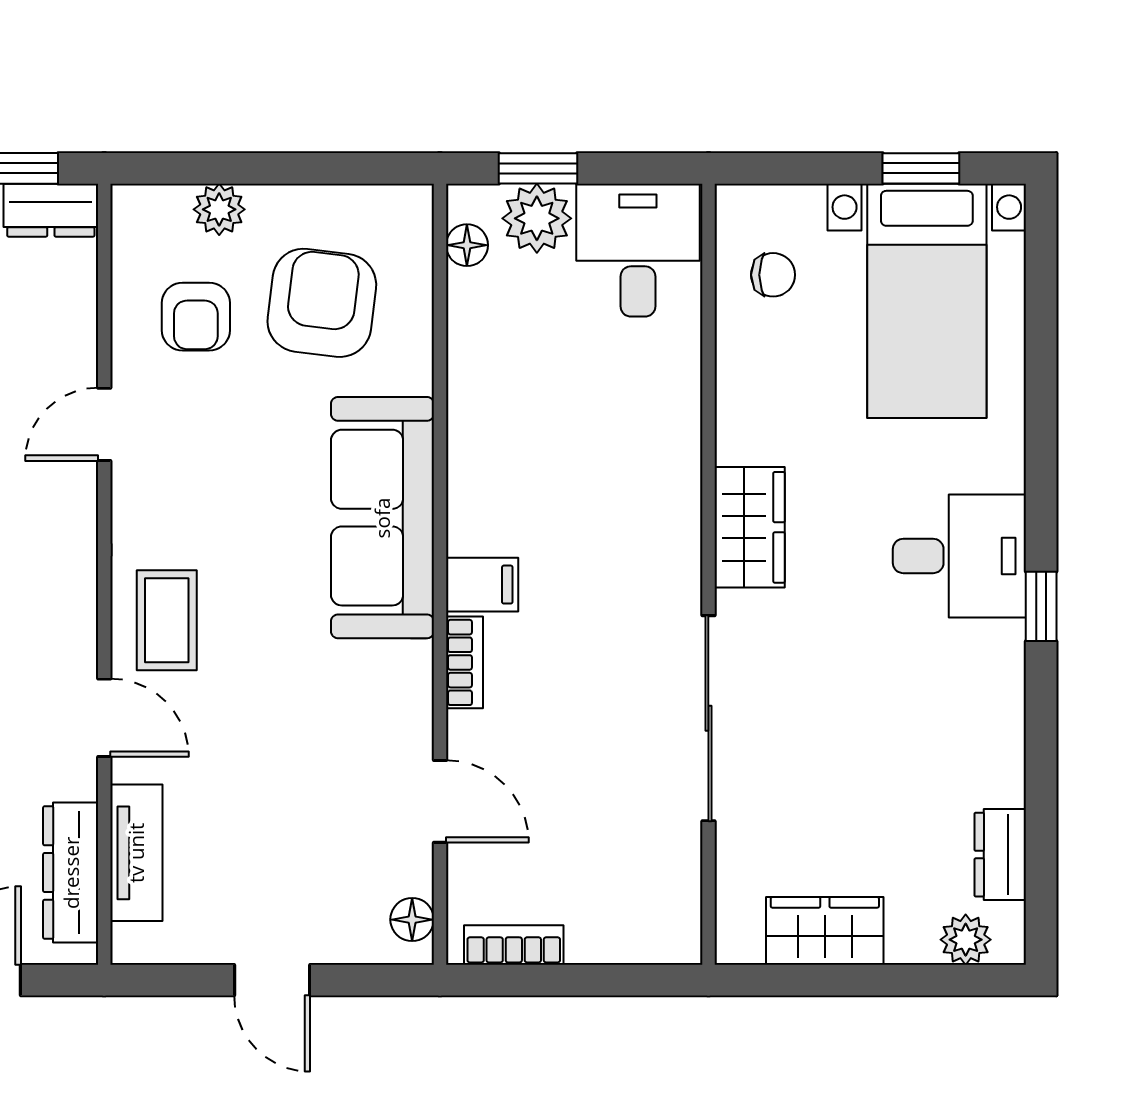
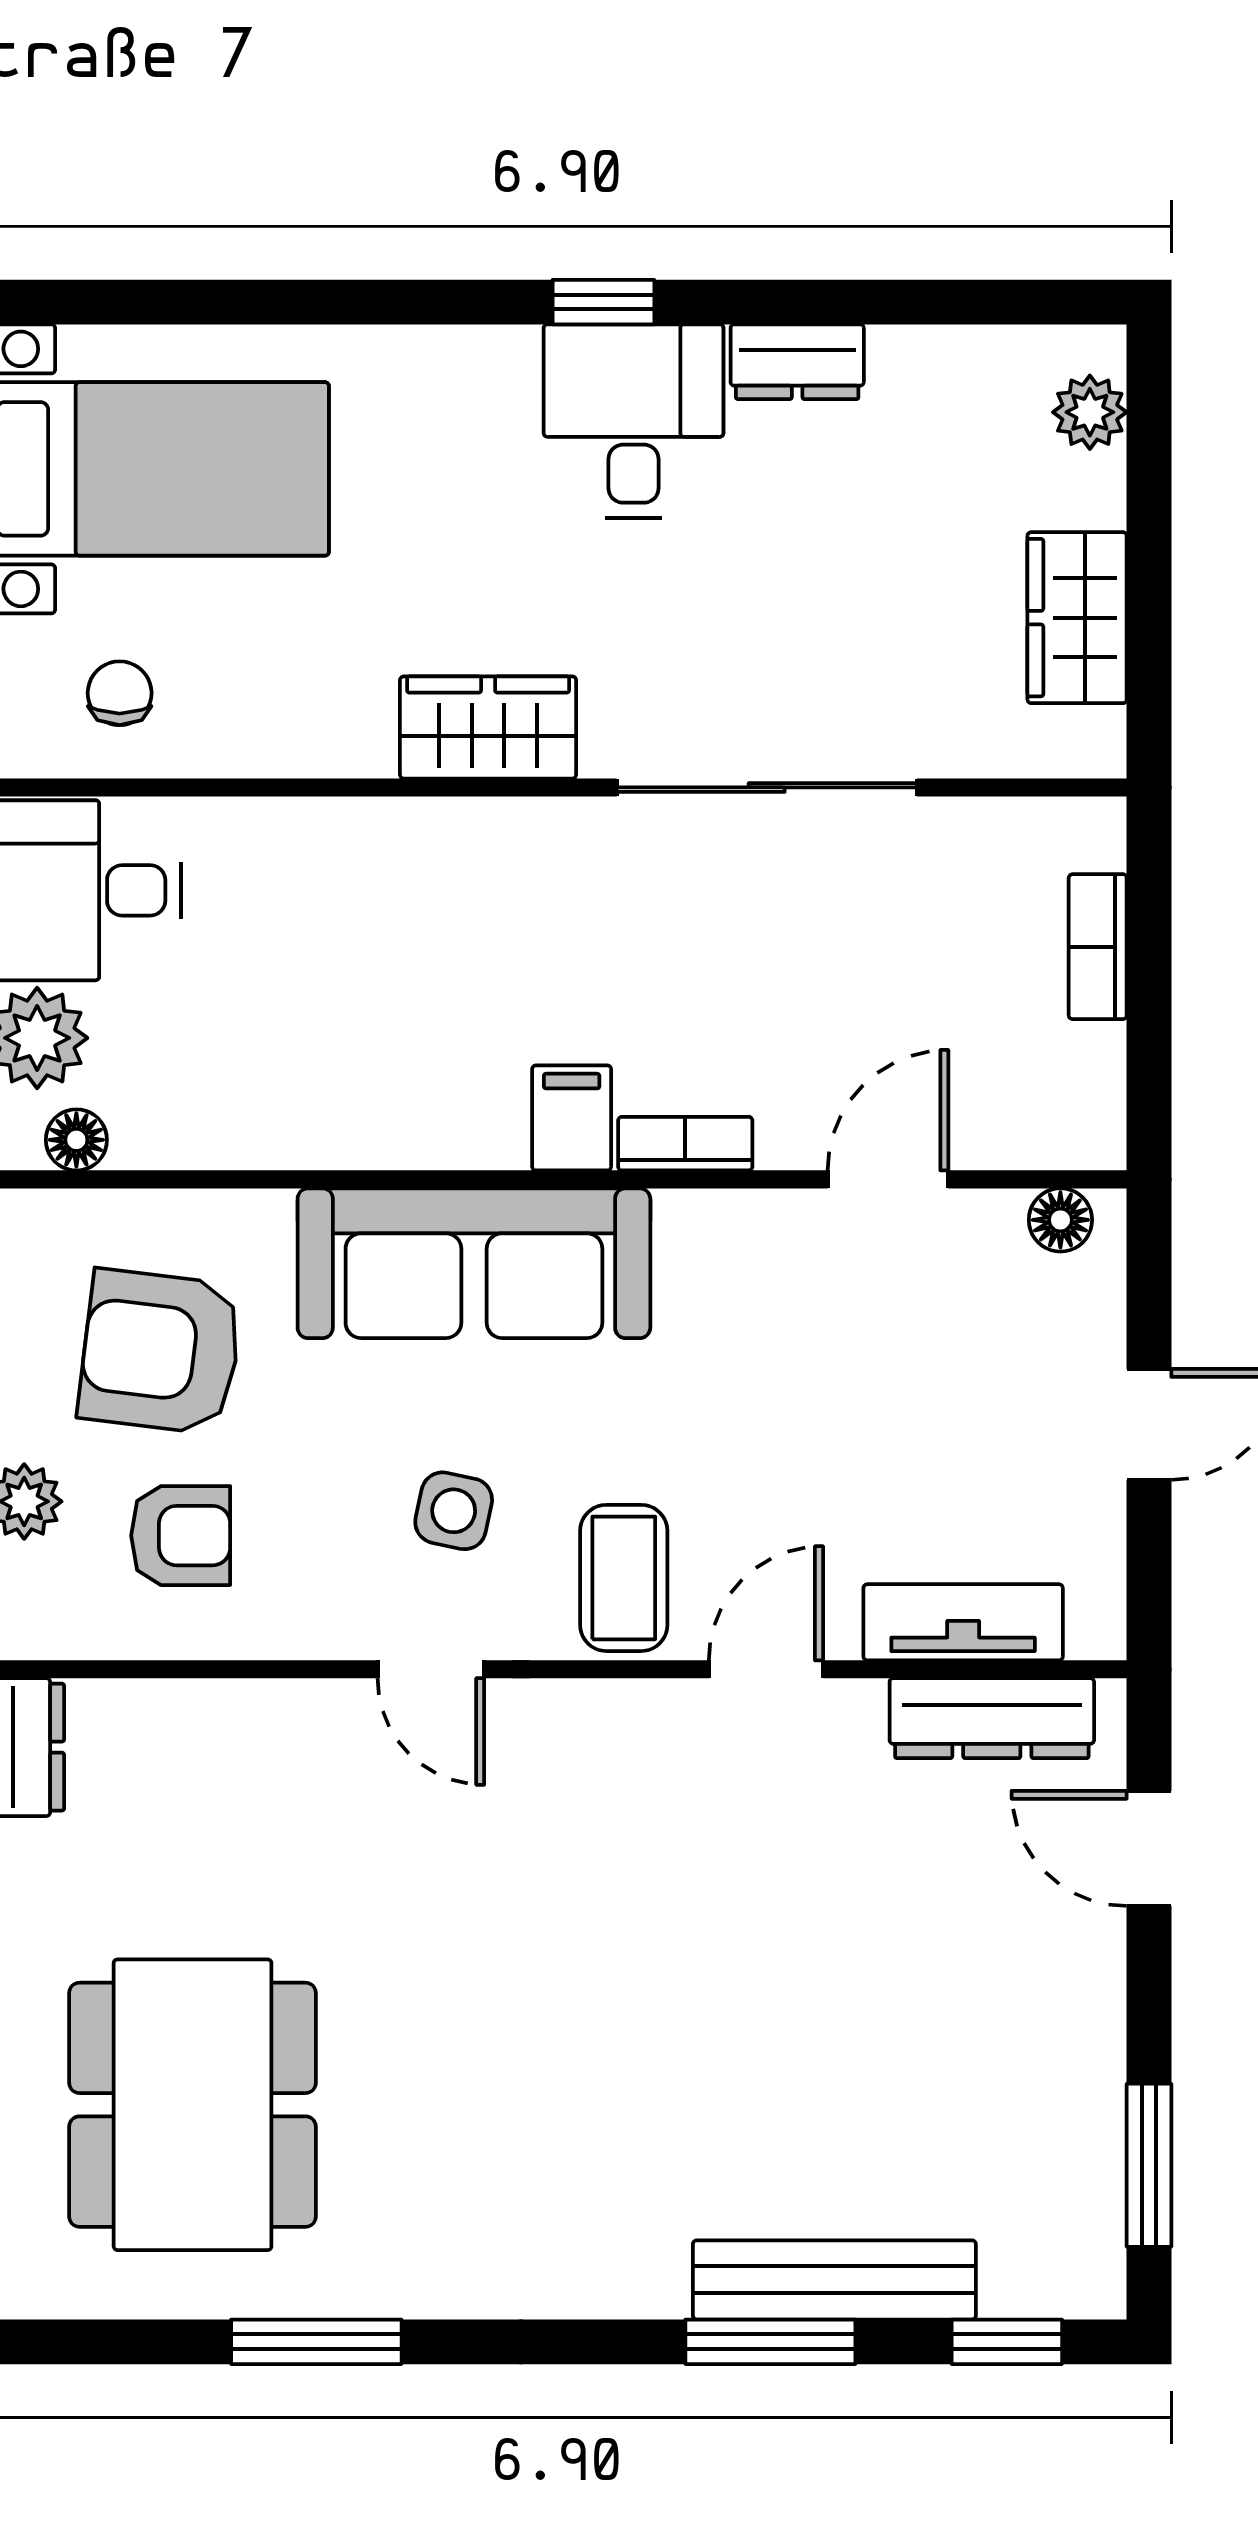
door: (104, 424) -> (431, 1669), moved
side table: (213, 504) -> (454, 1511), added
desk: (959, 556) -> (633, 421), moved
coffee table: (167, 620) -> (624, 1578), turned 90
dresser: (1000, 855) -> (797, 362), moved
bookcase: (514, 945) -> (1098, 947), moved

